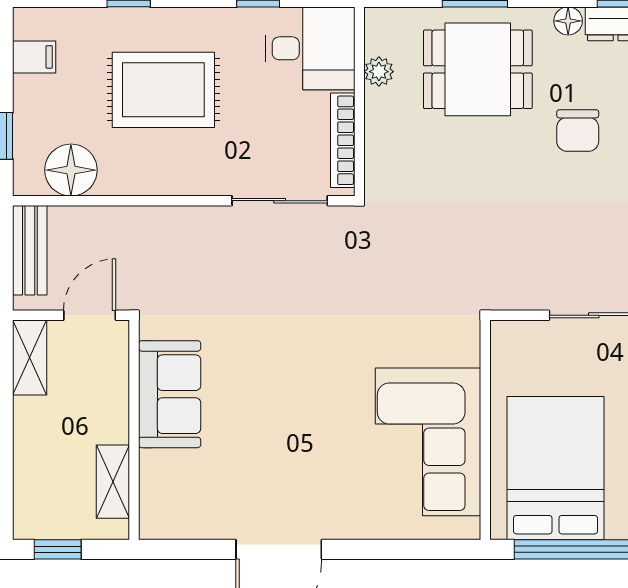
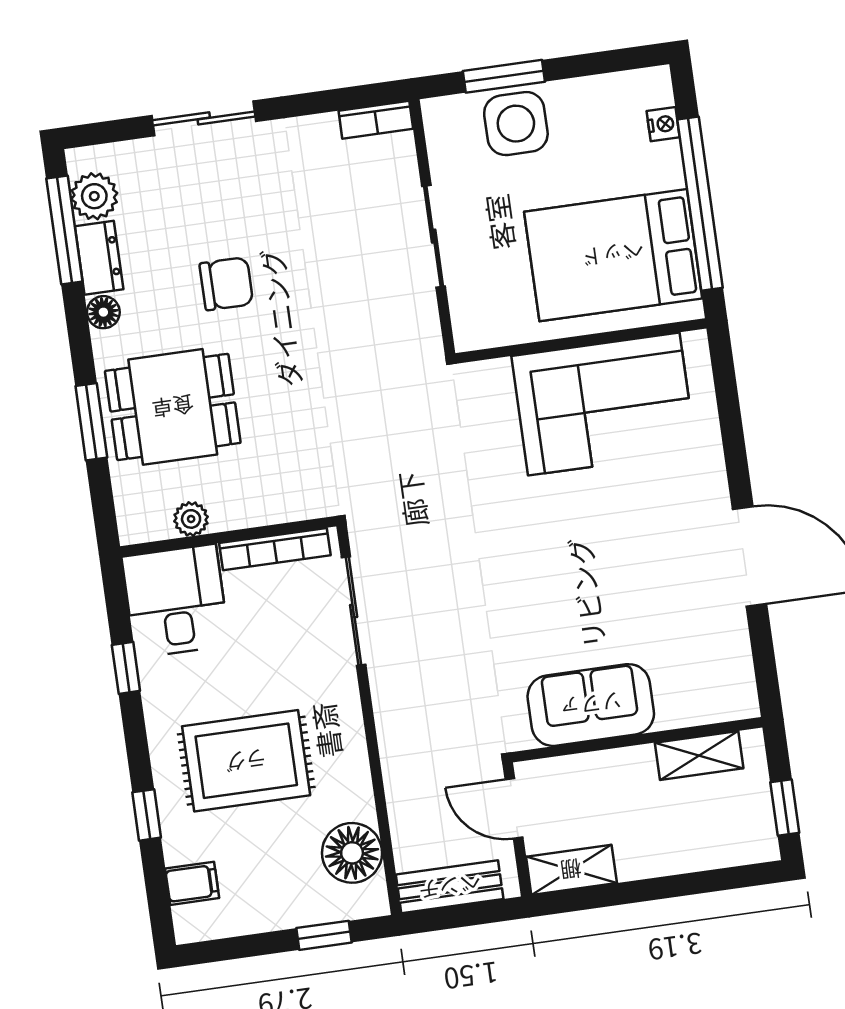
filing cabinet: (34, 57) -> (192, 883), moved, turned 90
dining table: (478, 69) -> (173, 407), turned 90
rug: (163, 90) -> (246, 761), turned 90

